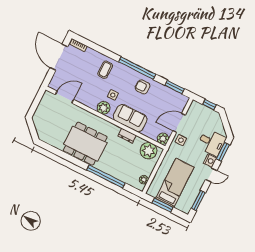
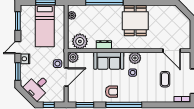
coffee table: (105, 70) -> (165, 79), moved
door: (65, 97) -> (172, 51), hinge flipped
desk: (212, 142) -> (37, 87), moved, turned -45
dining table: (85, 144) -> (135, 21), width x0.73

